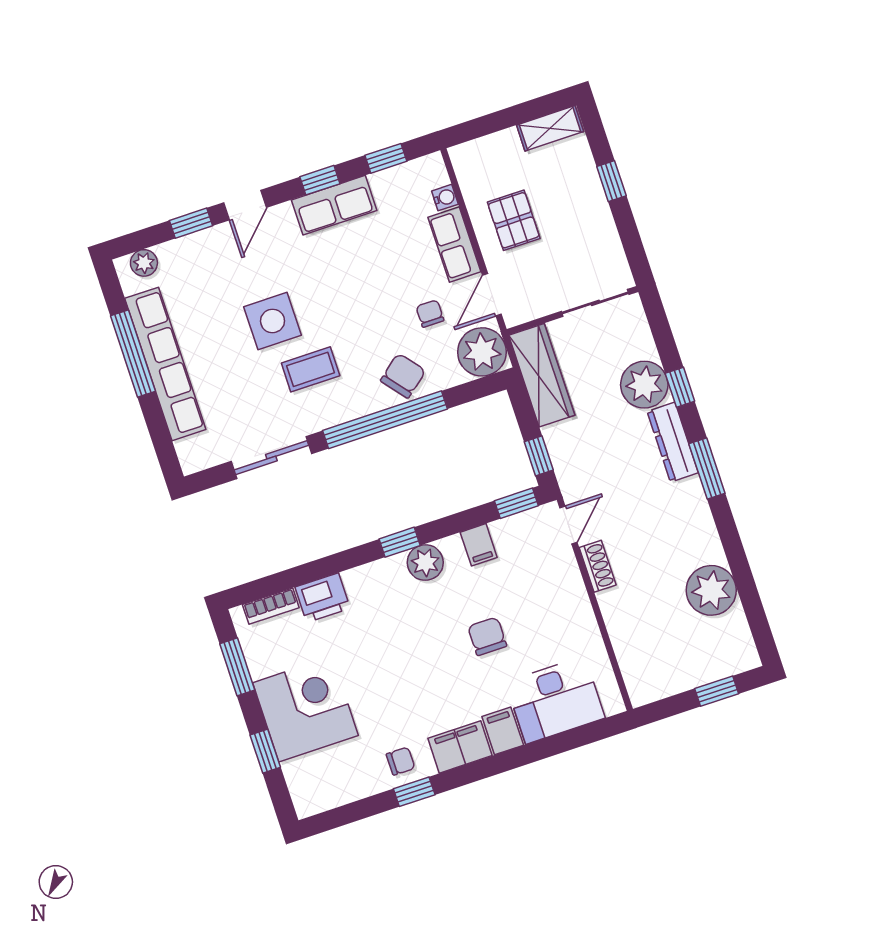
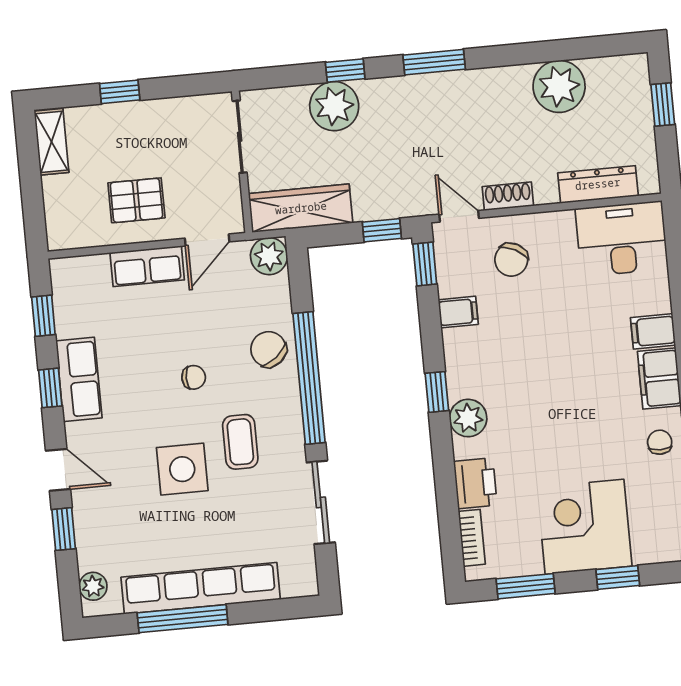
water cooler: (445, 198) -> (97, 265), removed
door: (492, 295) -> (207, 240), hinge flipped
chair: (430, 314) -> (194, 377), moved, turned 180
plant: (482, 352) -> (269, 256), width x0.73, depth x0.73
dresser: (673, 442) -> (598, 184), moved, turned 180
plant: (425, 563) -> (468, 418), moved
chair: (487, 636) -> (511, 260), moved, turned -62
desk: (555, 700) -> (622, 239), moved, turned -90

